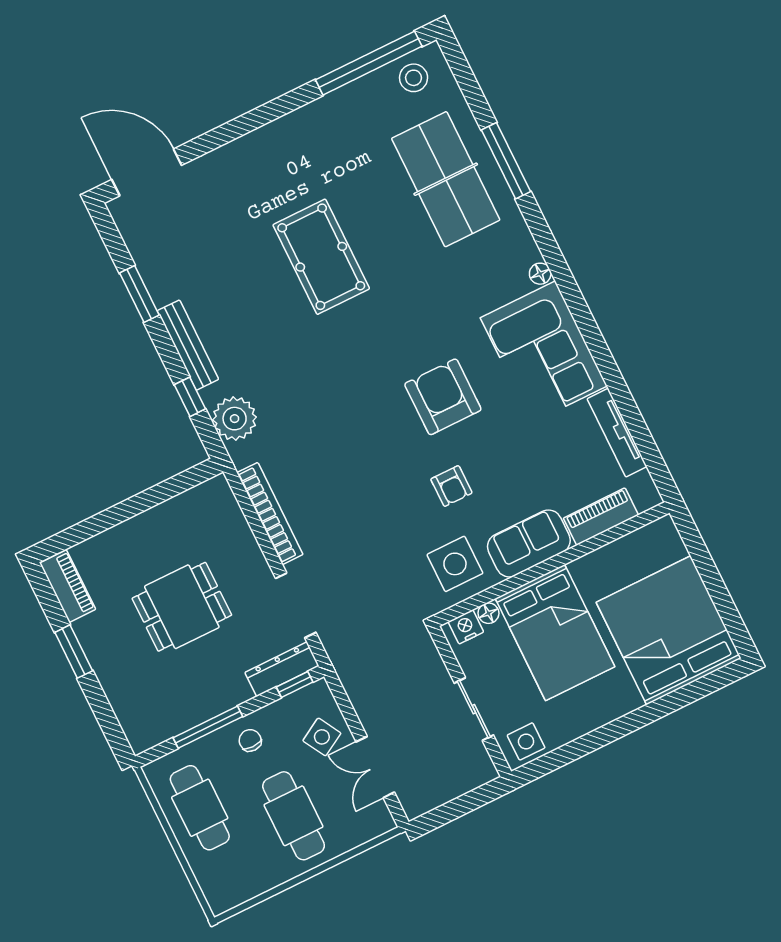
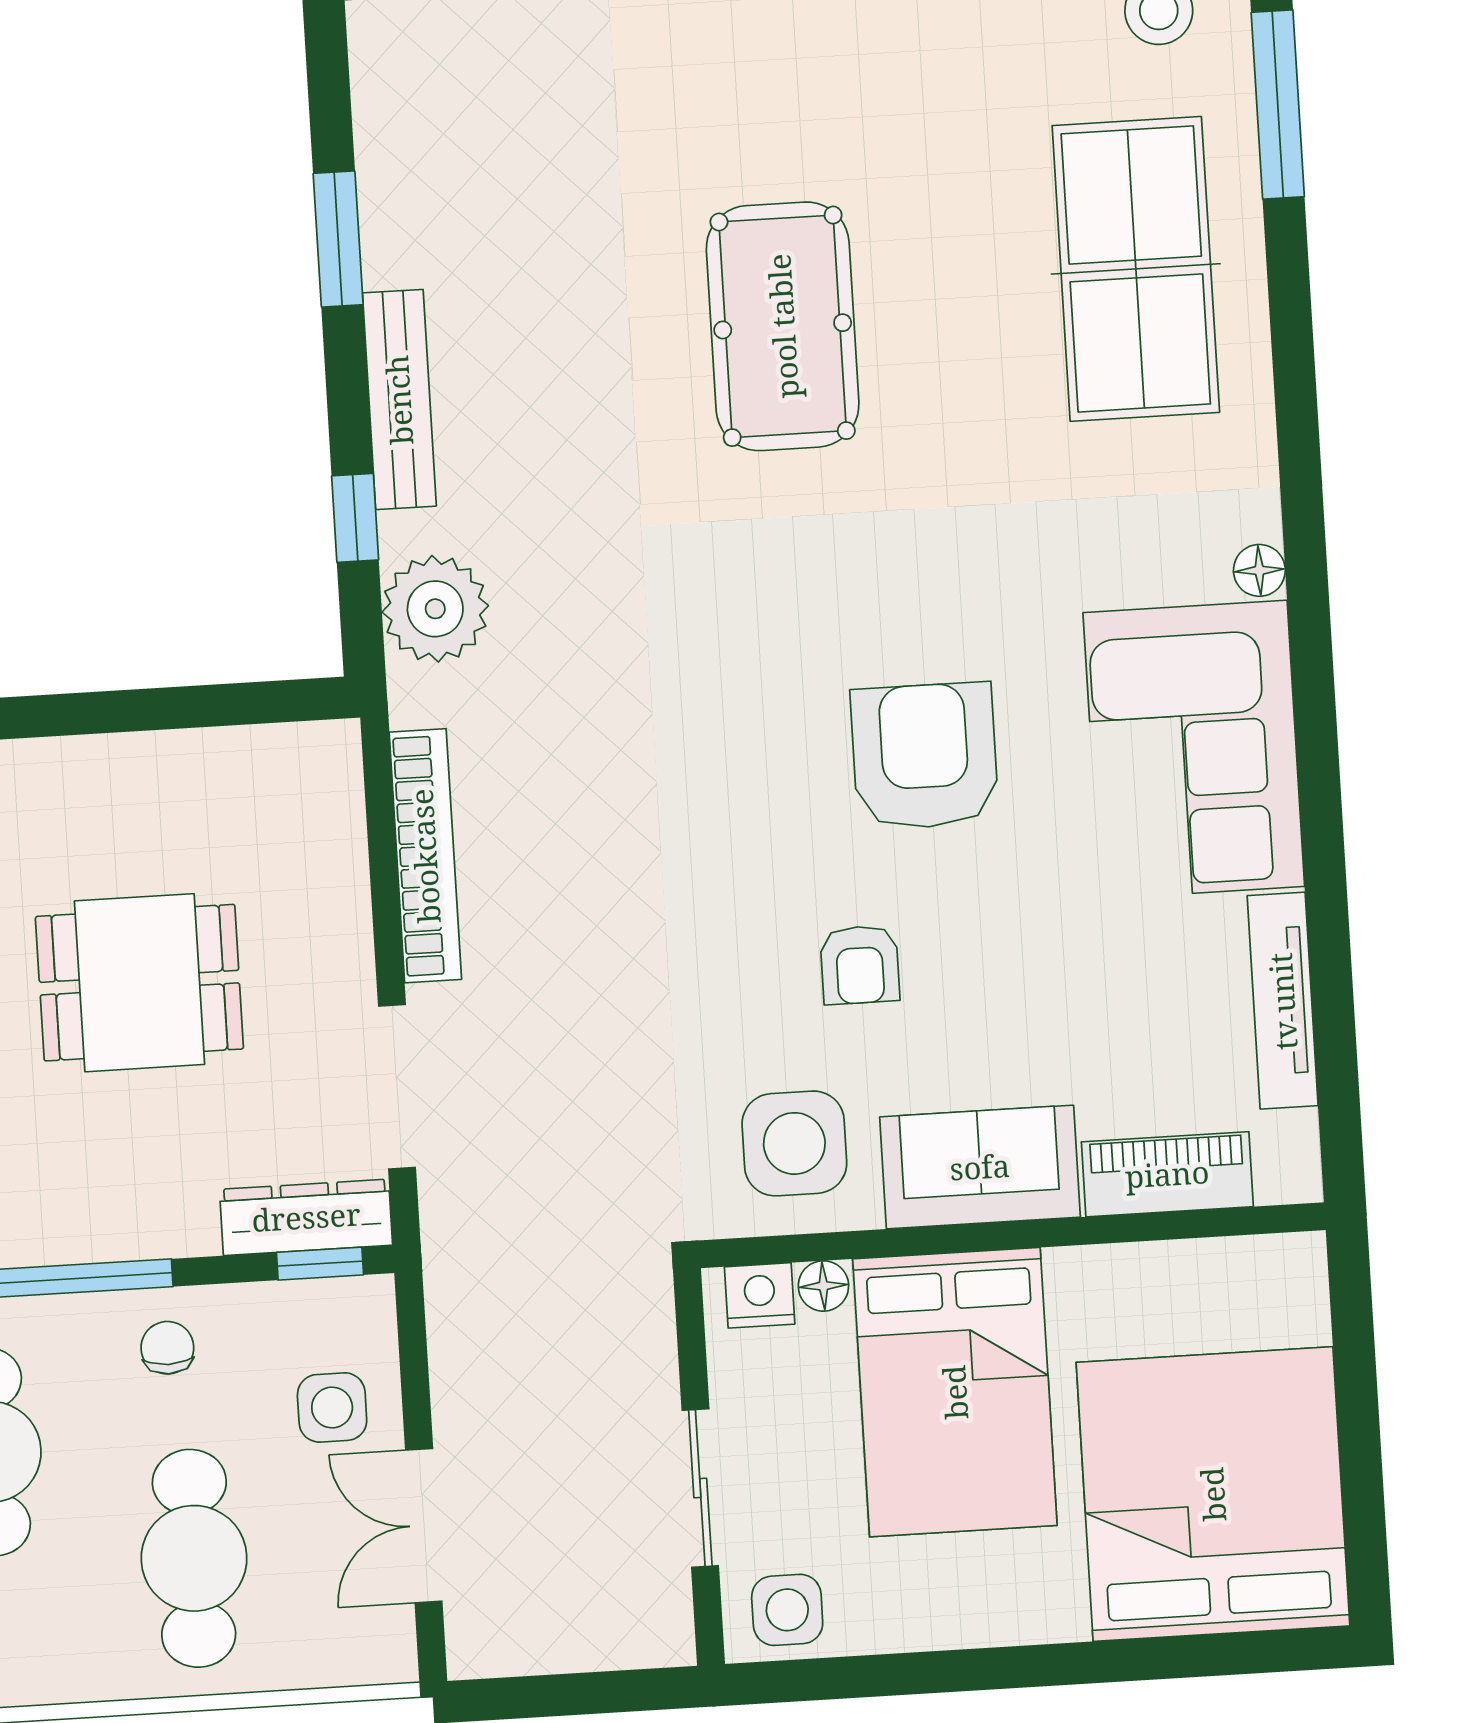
window: (506, 161) -> (1278, 105), moved
side table: (322, 737) -> (332, 1407), turned 30

